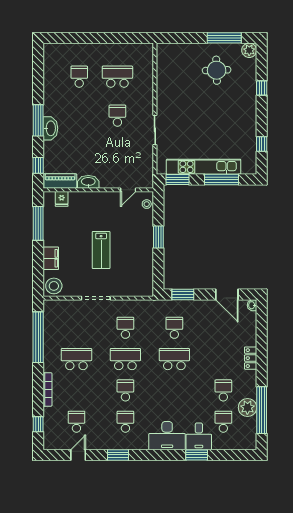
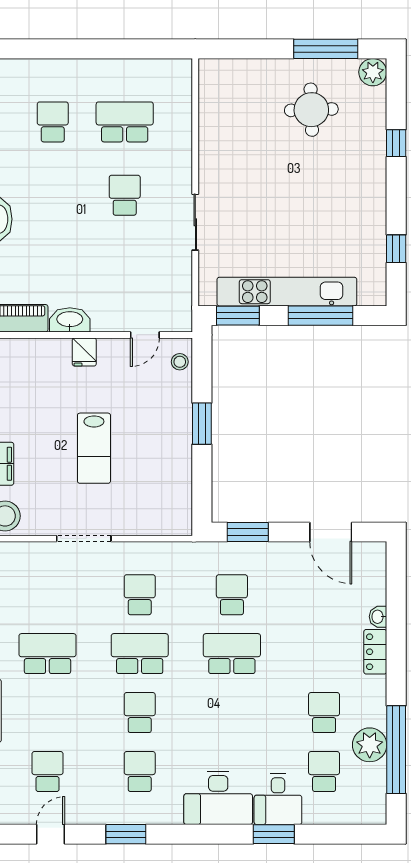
fridge: (62, 199) -> (84, 352), moved
washbasin: (252, 305) -> (378, 617), moved

